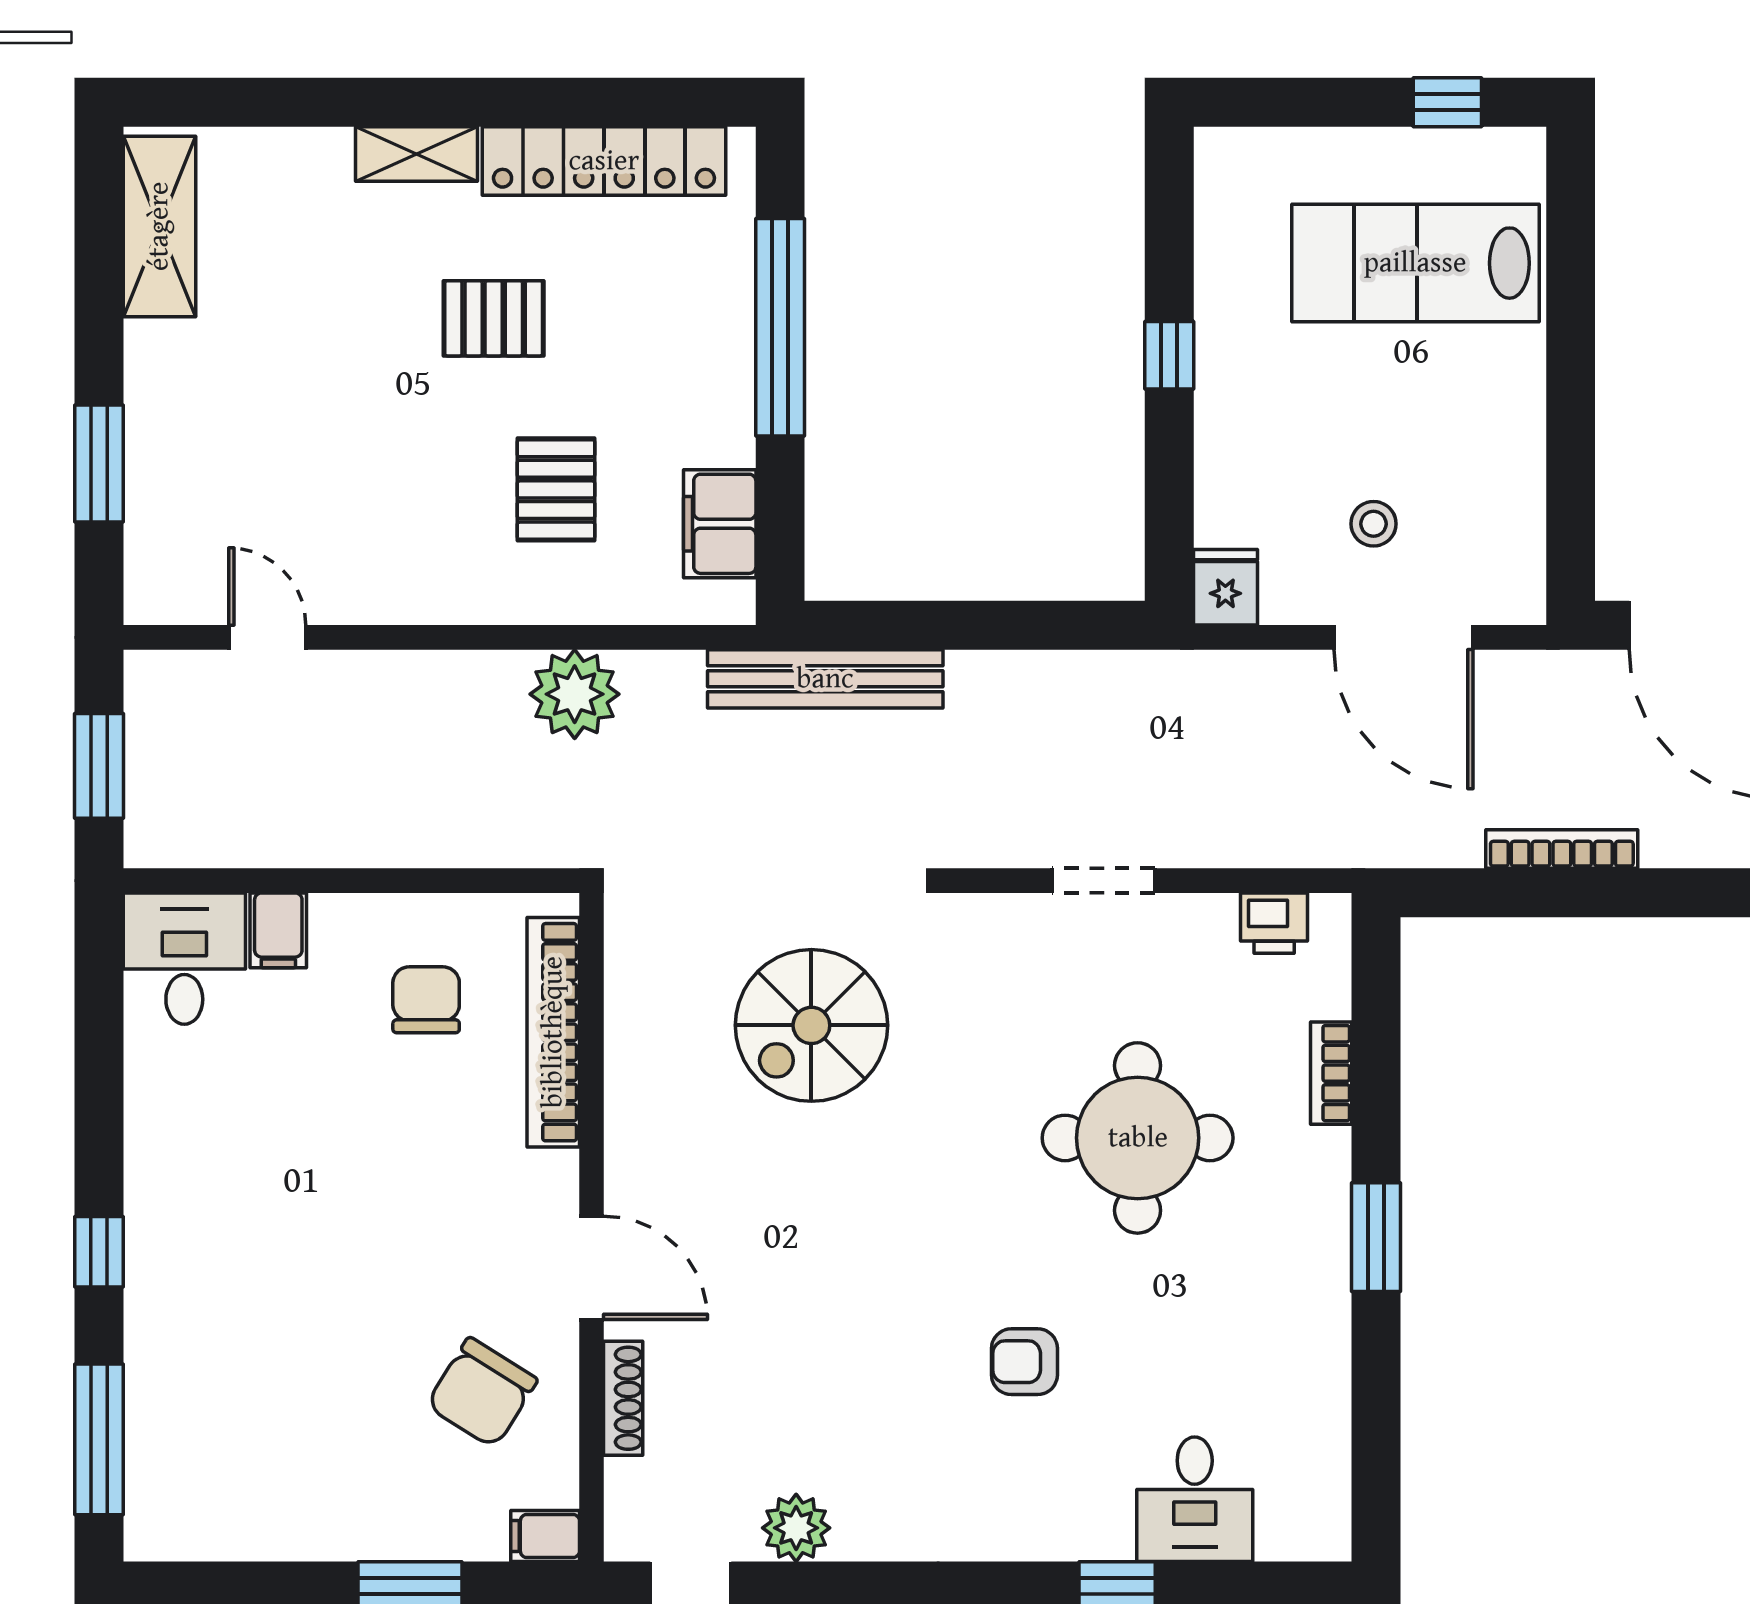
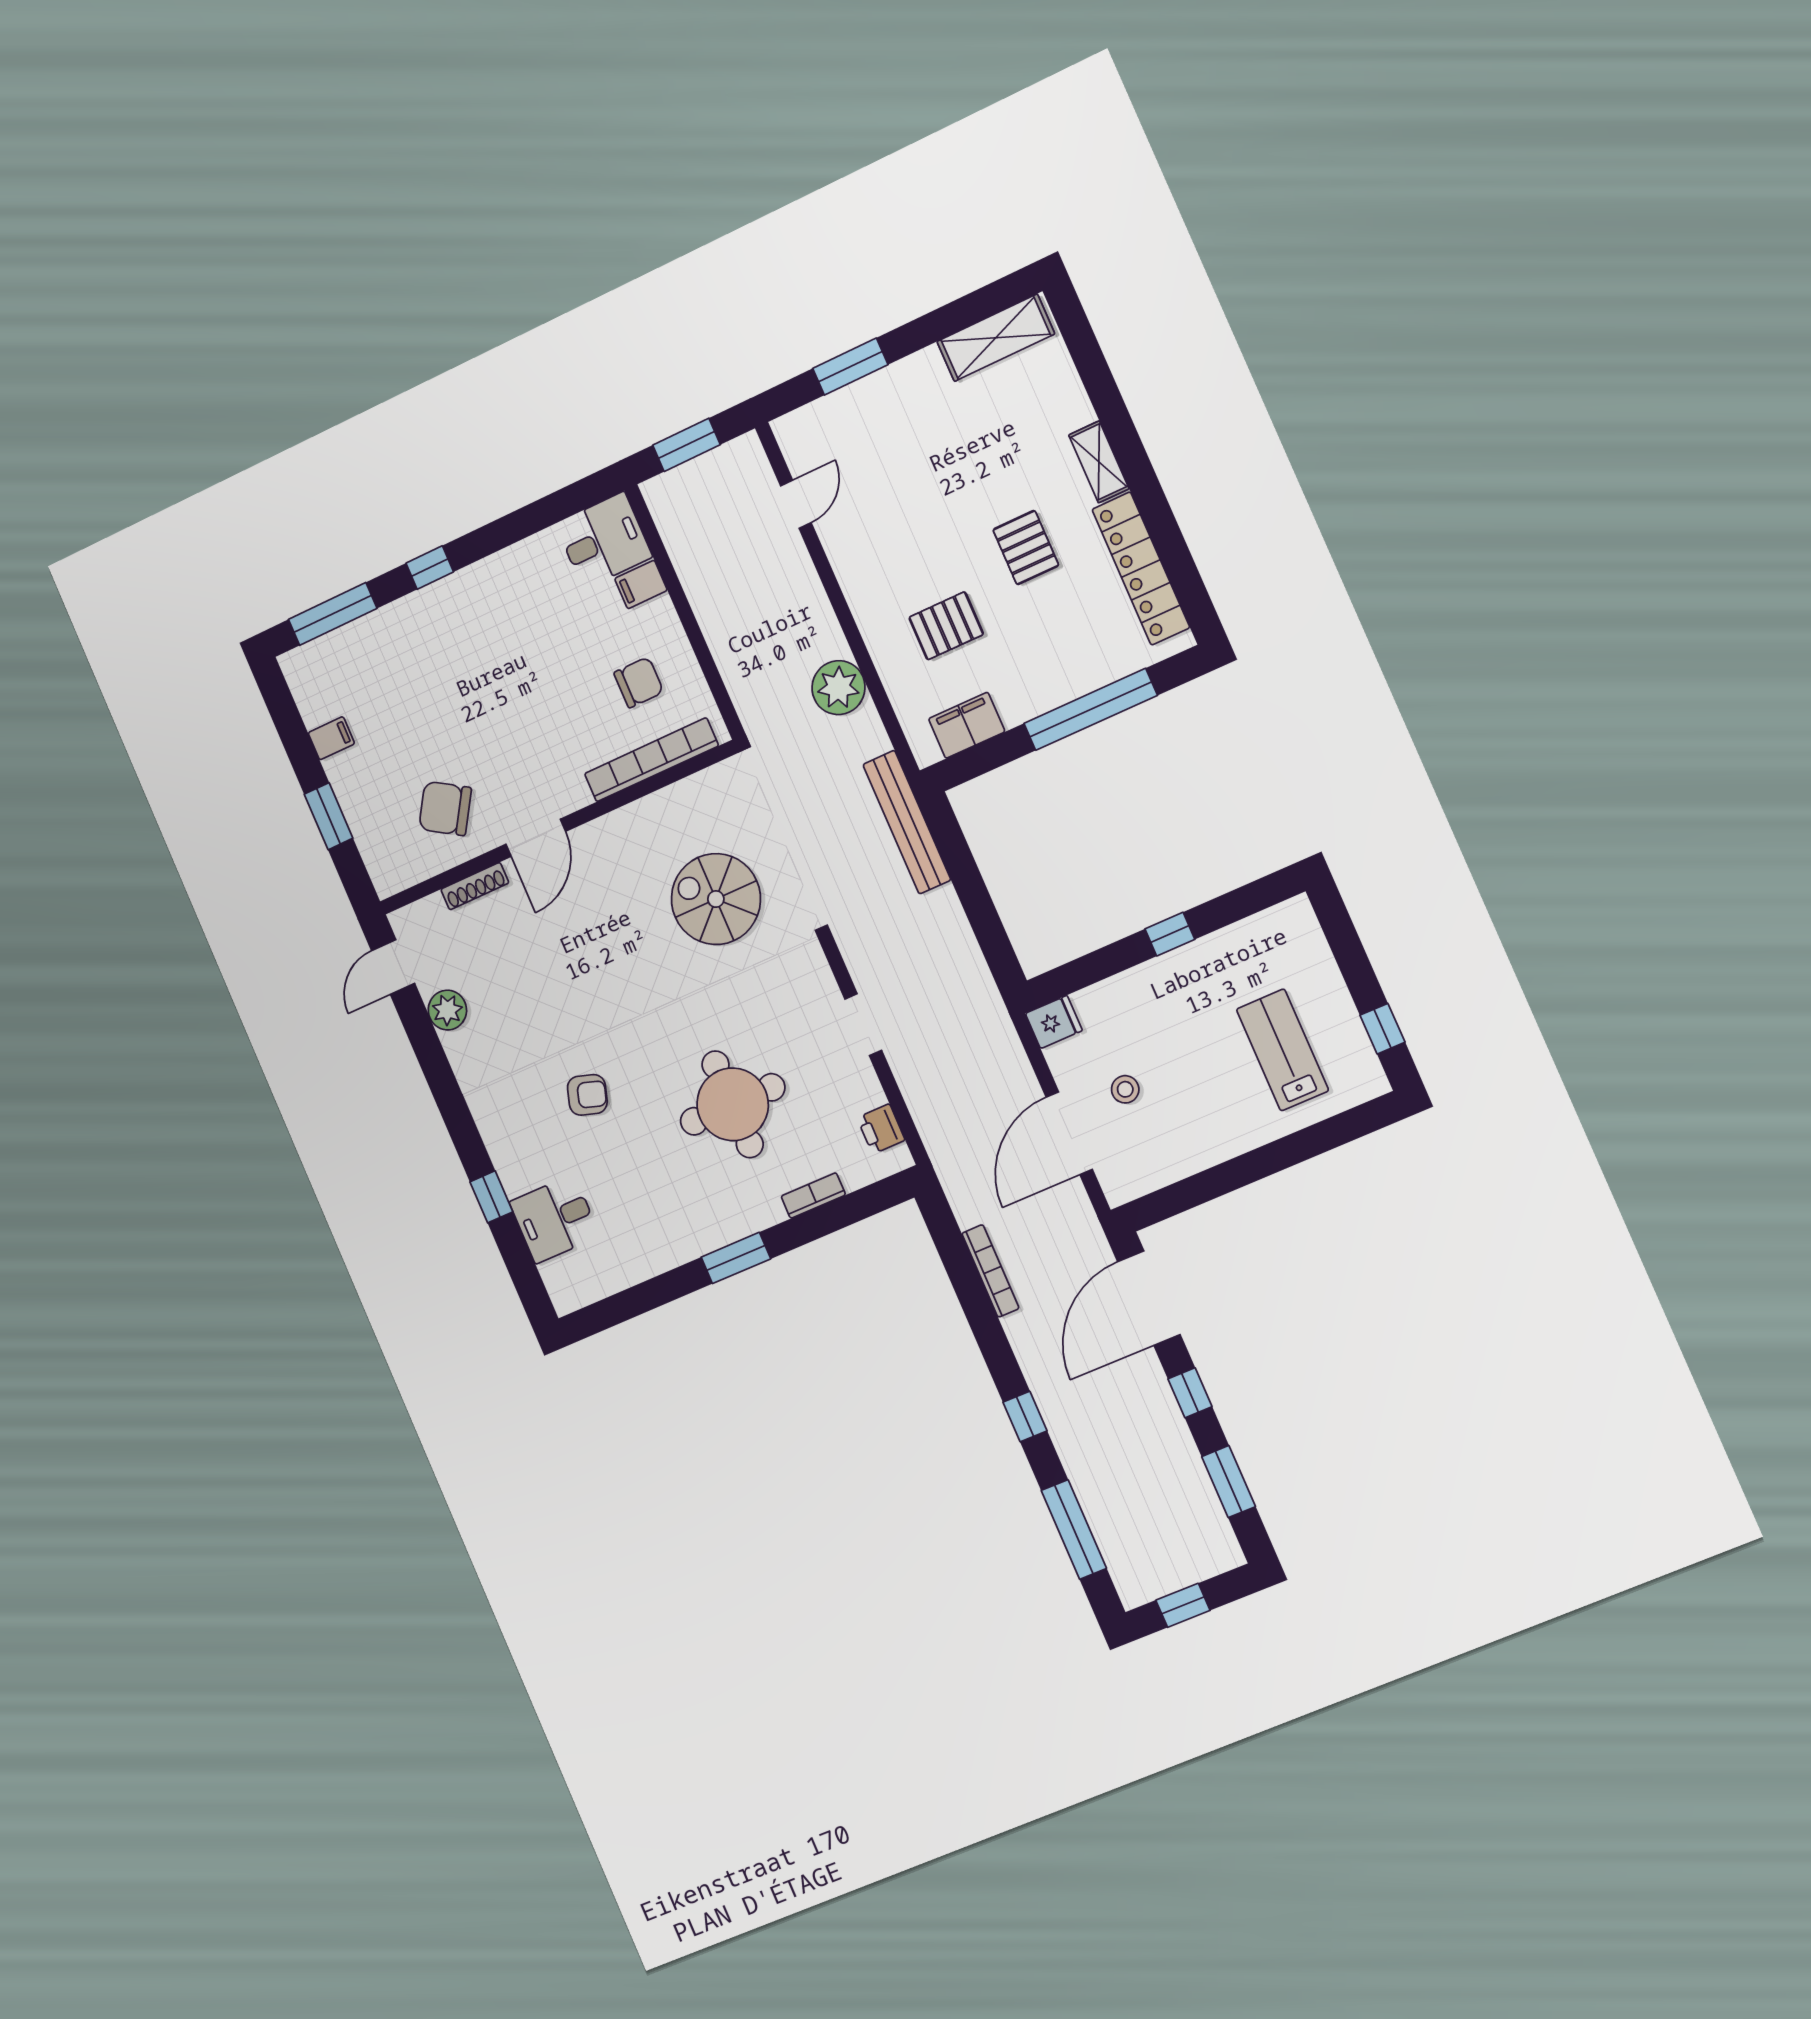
lab bench: (1415, 263) -> (1283, 1050), width x0.73, depth x0.72
armchair: (1024, 1362) -> (587, 1095), turned 107
filing cabinet: (545, 1536) -> (331, 738), moved, turned 90

